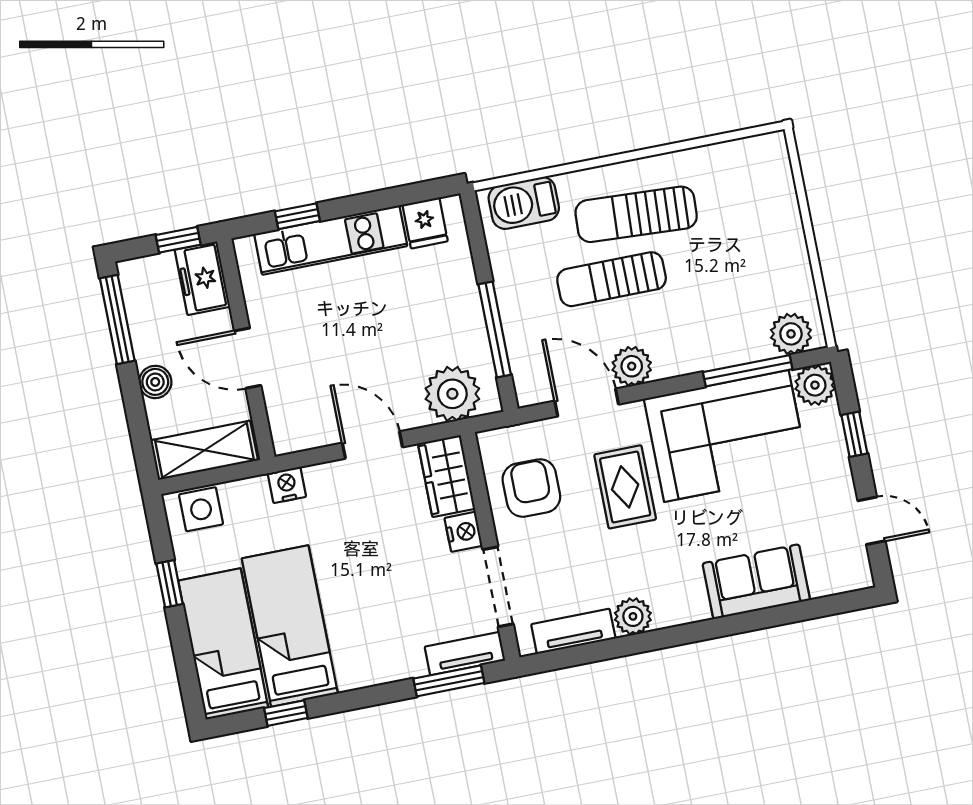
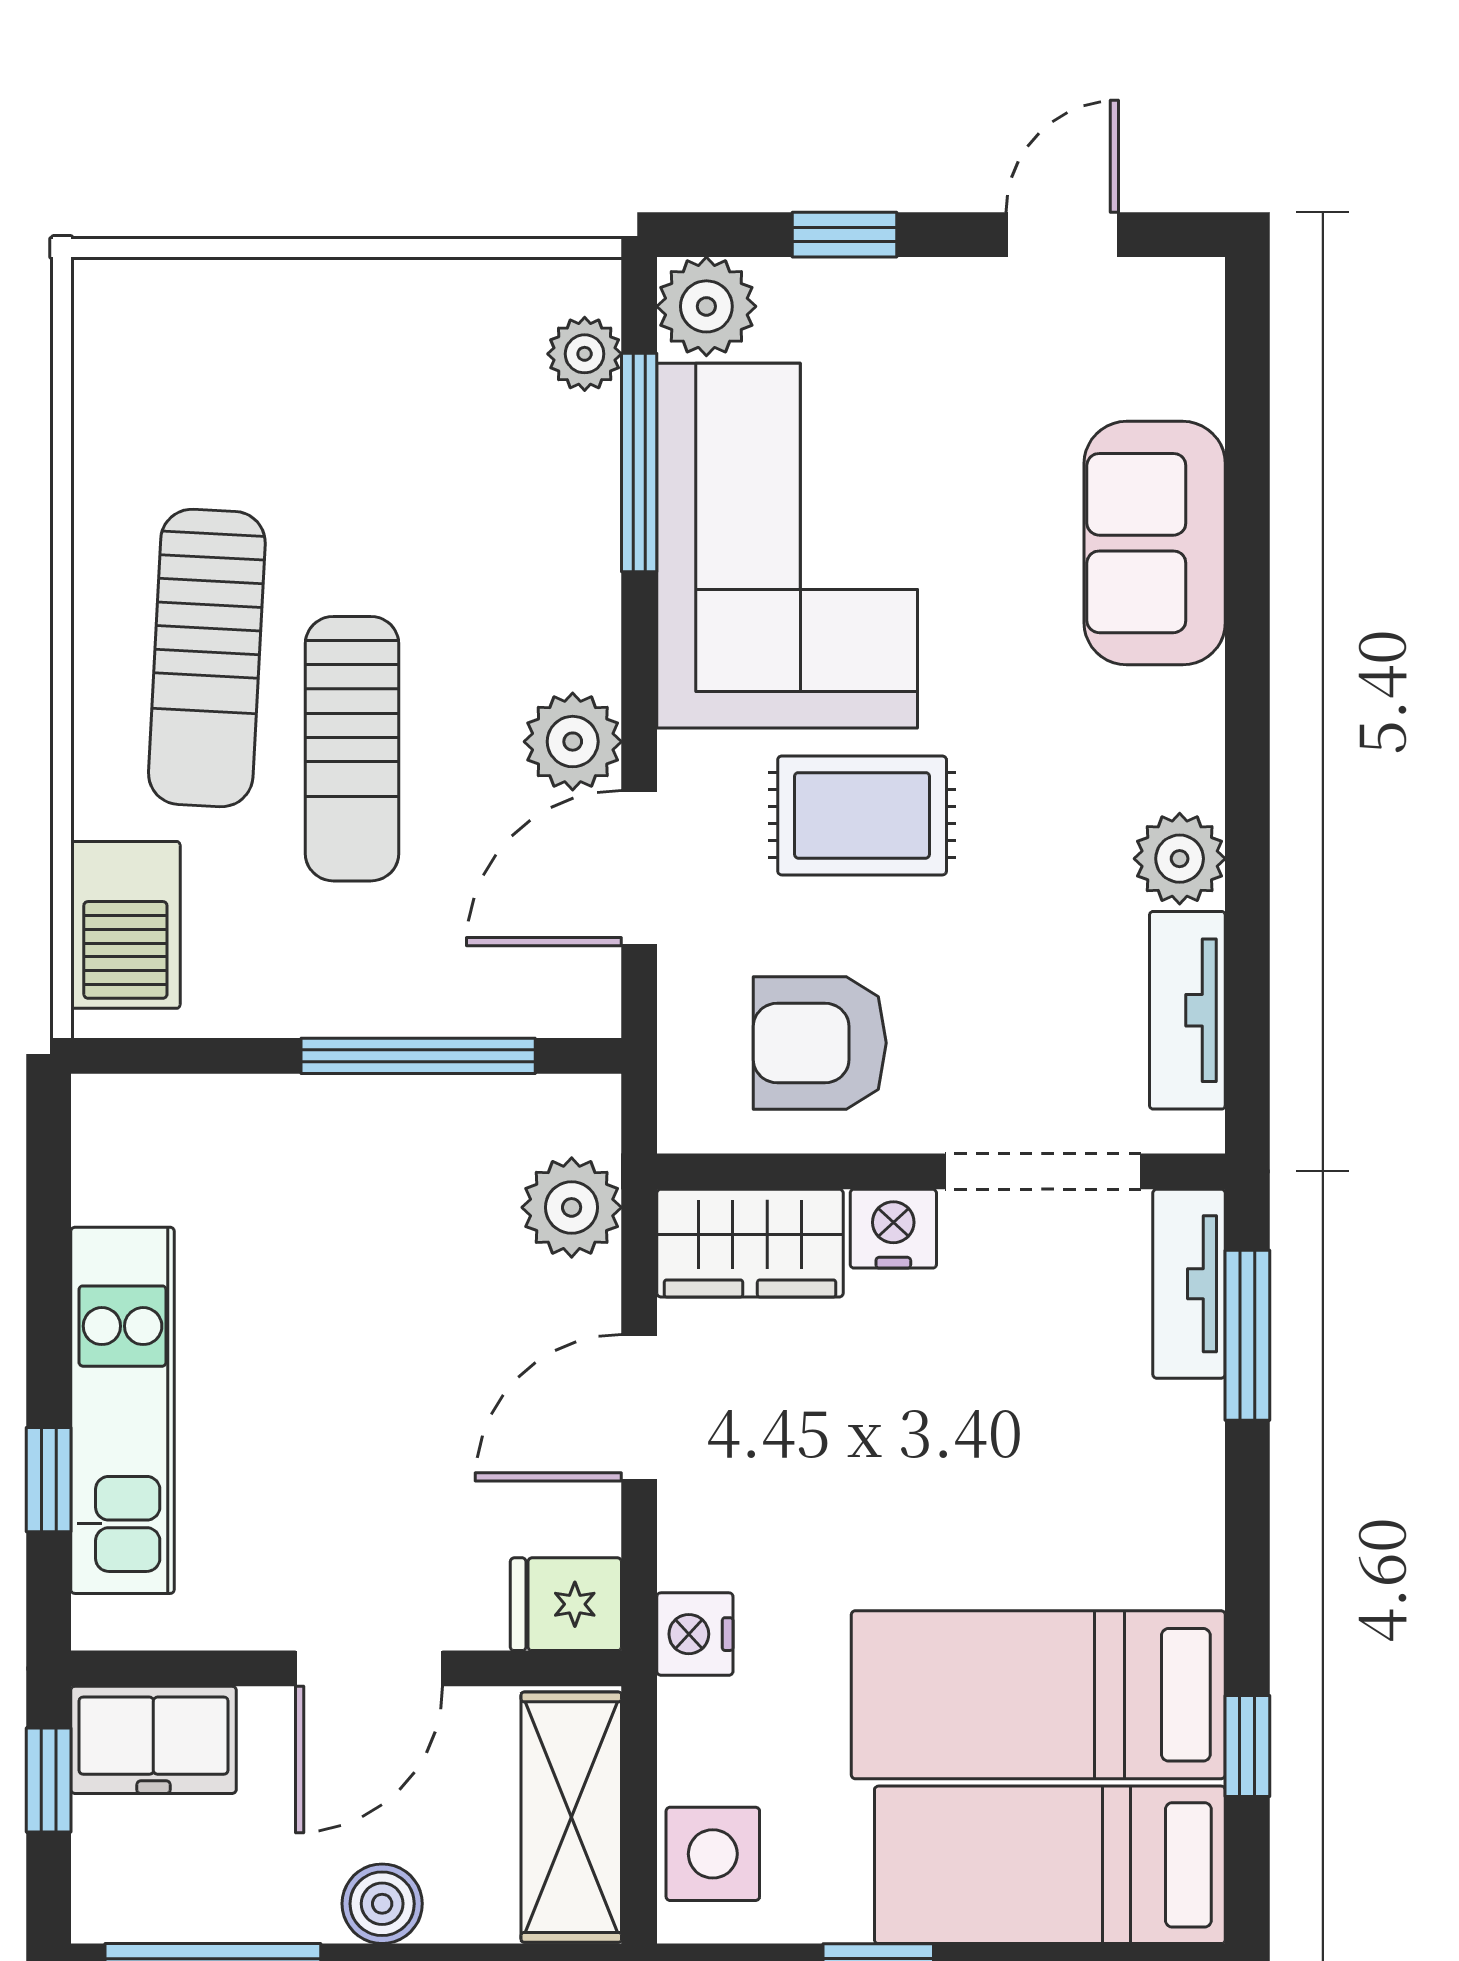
fridge: (425, 223) -> (566, 1604), moved, turned 180
plant: (791, 334) -> (585, 354), width x0.73, depth x0.73
plant: (452, 394) -> (572, 1207), width x0.73, depth x0.73

